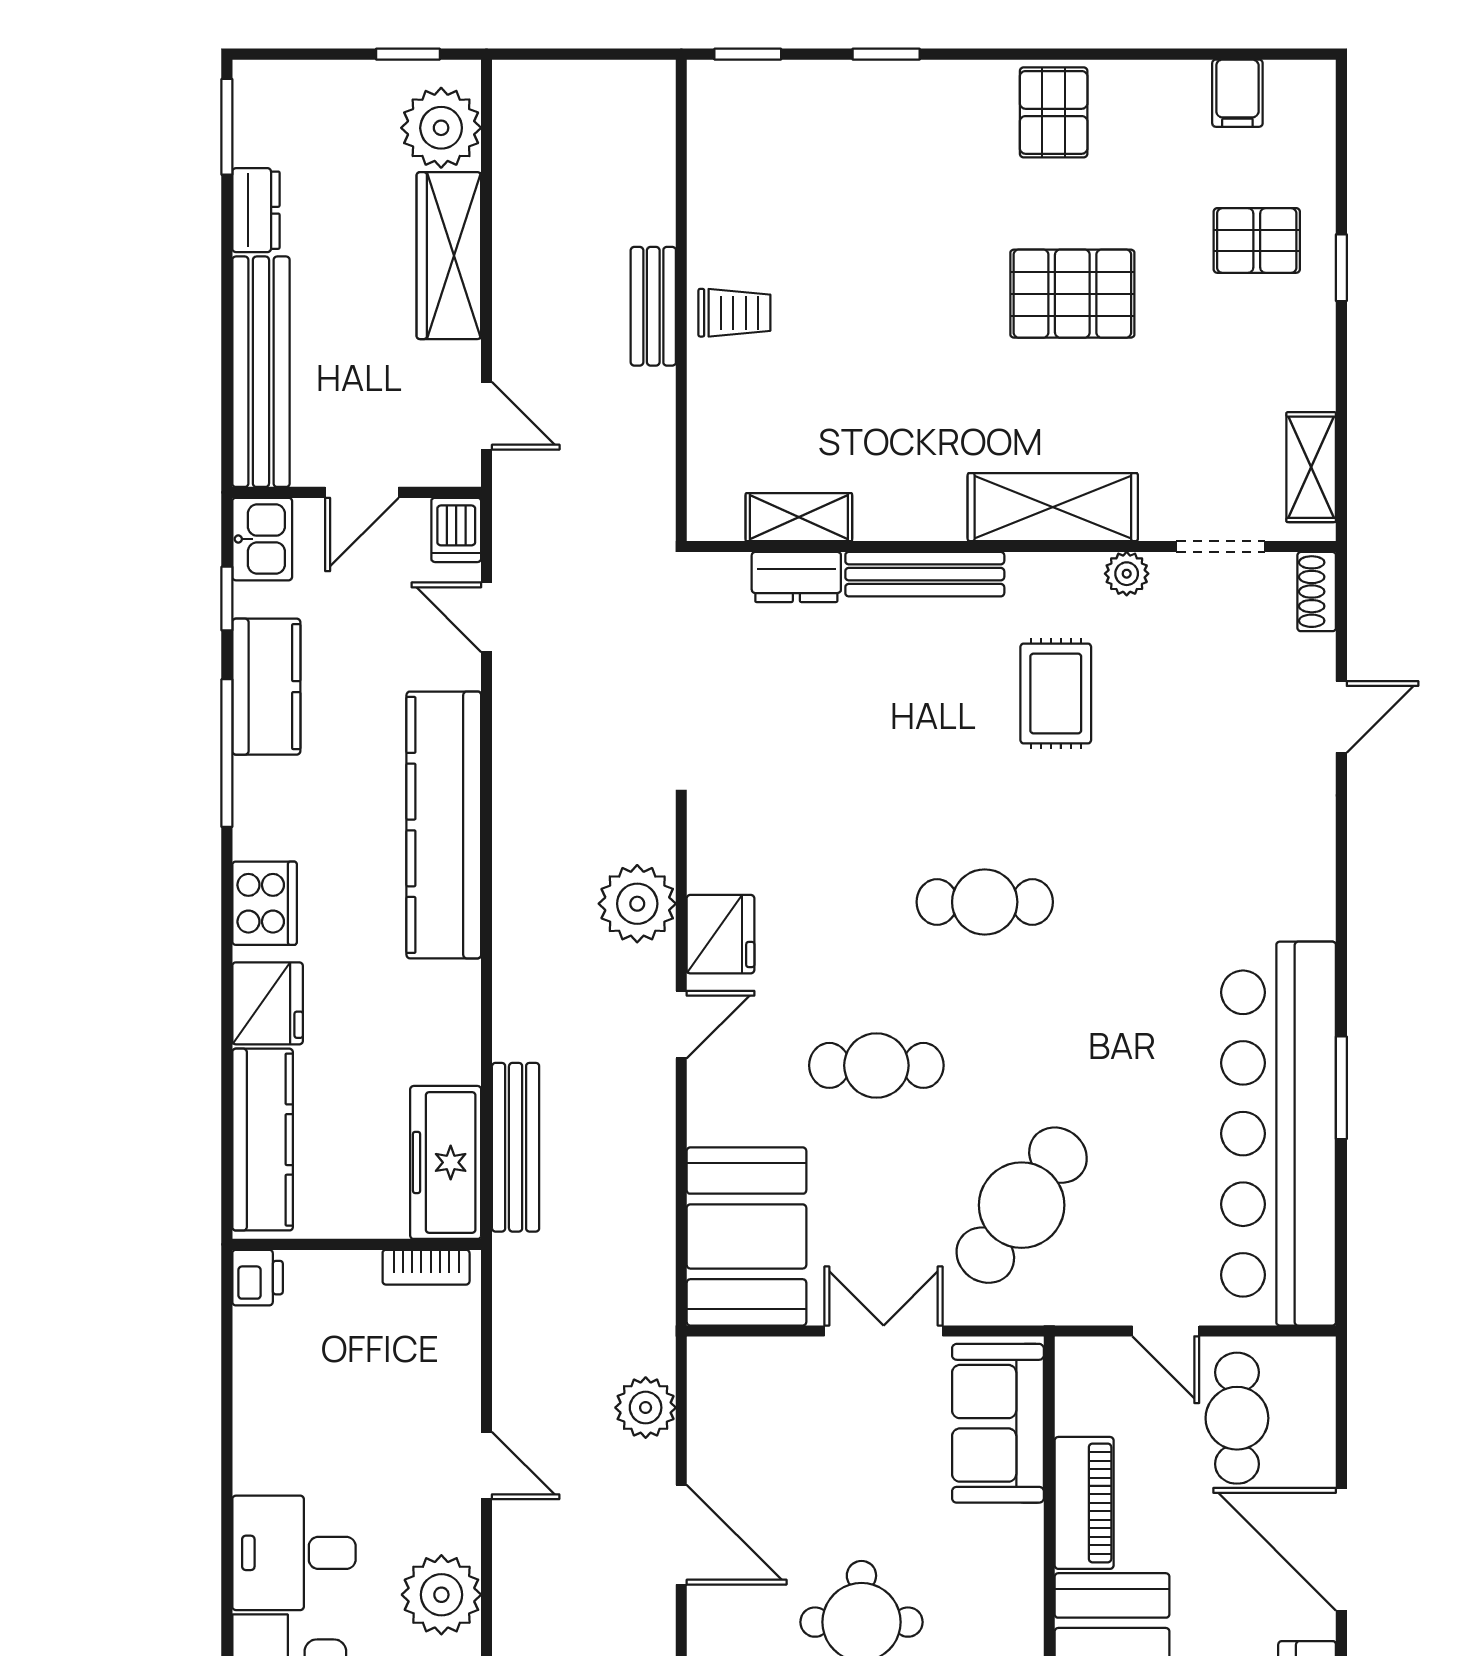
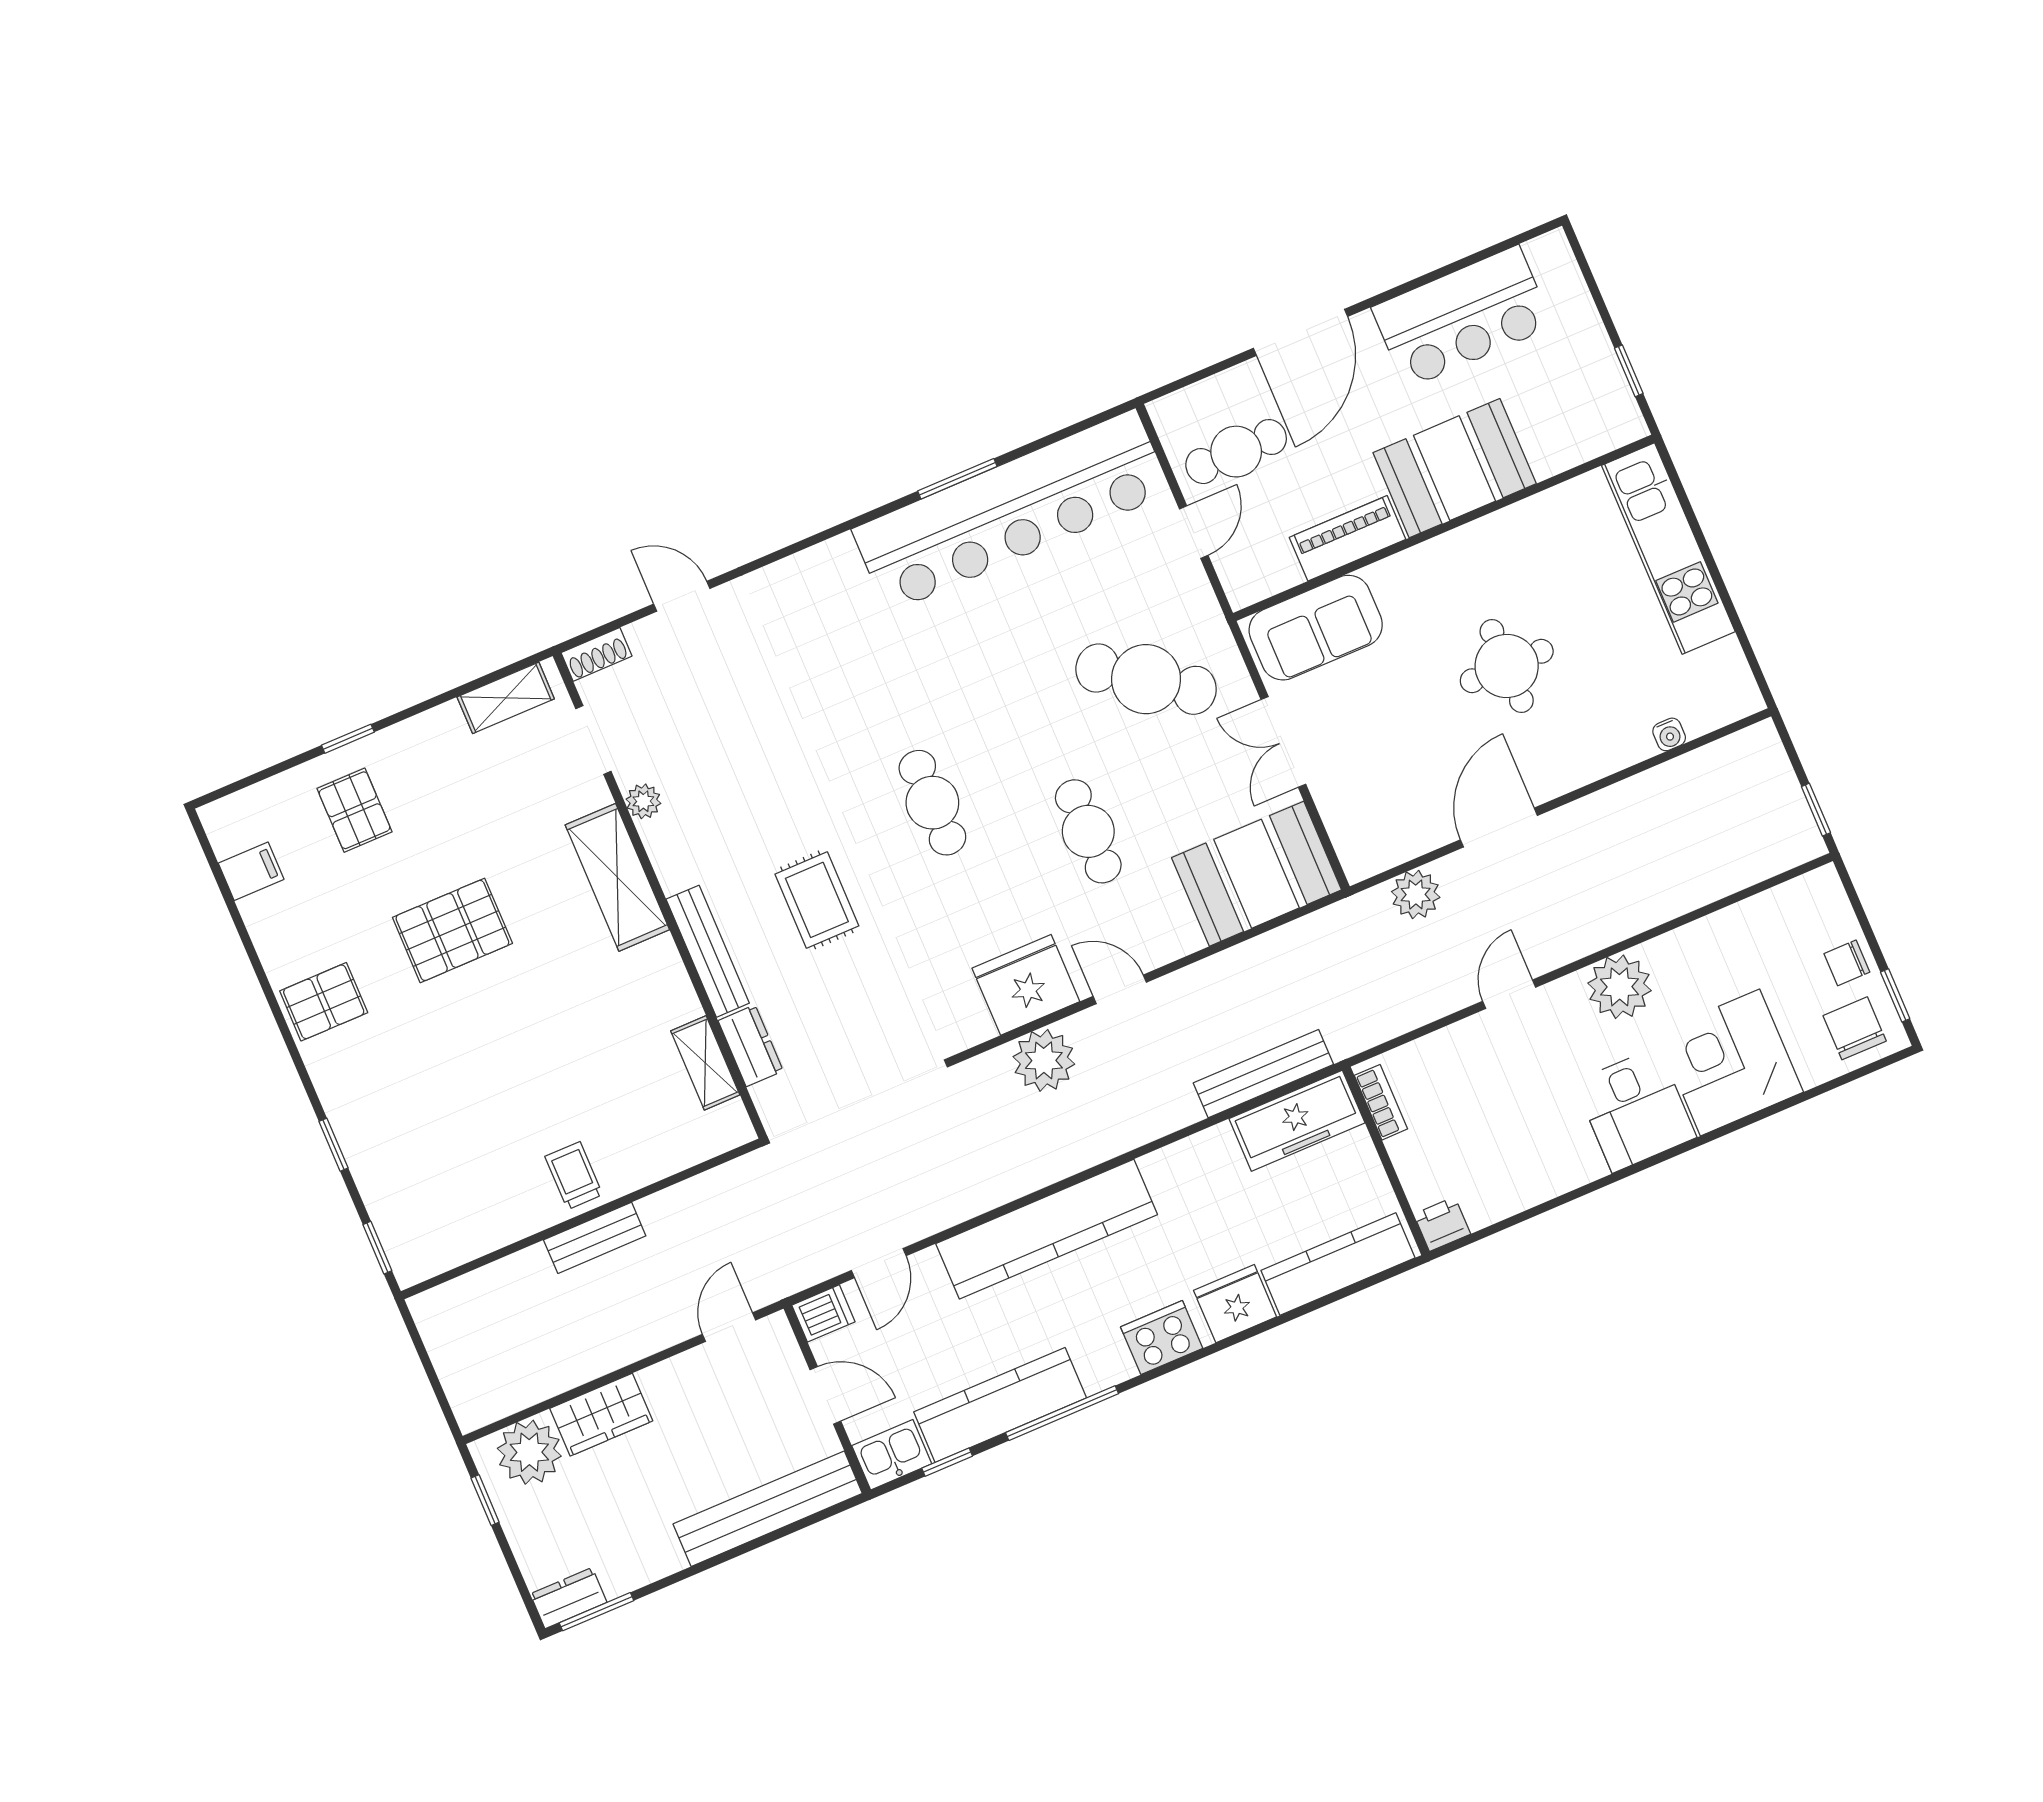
dresser: (256, 210) -> (569, 1598), moved
wardrobe: (449, 256) -> (601, 1415), width x0.67
pallet: (1072, 294) -> (452, 930), turned 90
kitchen counter: (266, 687) -> (1000, 1405), width x1.50
rug: (1056, 693) -> (817, 900), moved, turned 90
fridge: (721, 934) -> (1026, 985), width x1.36, depth x1.34

